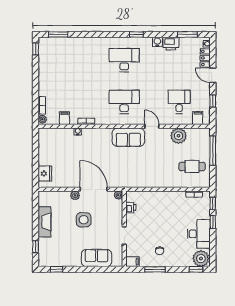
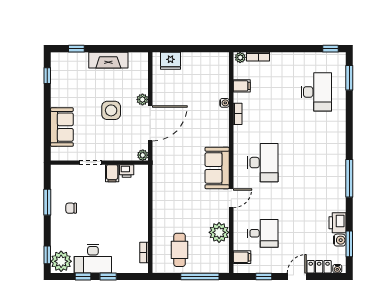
window: (136, 34) -> (349, 178), width x2.17
water cooler: (157, 42) -> (340, 240), moved
desk: (124, 60) -> (316, 92), moved
window: (213, 203) -> (83, 277), moved
filing cabinet: (132, 262) -> (112, 173), moved

